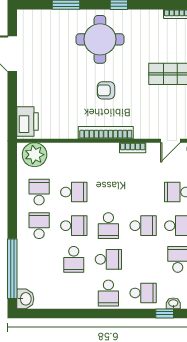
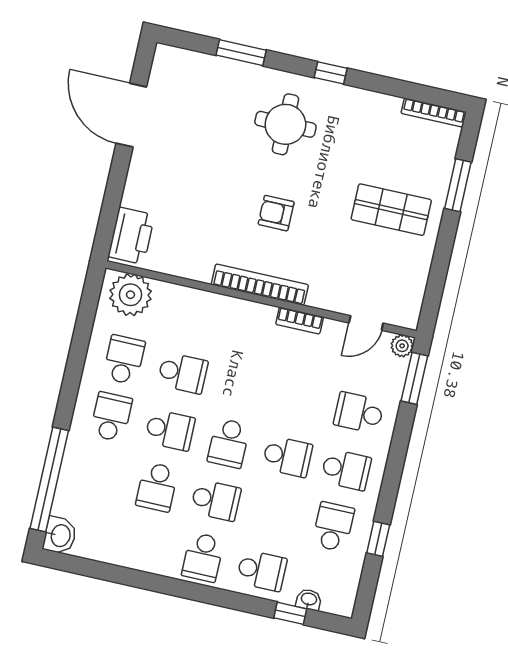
round table: (100, 39) -> (285, 124), width x0.73, depth x0.73

